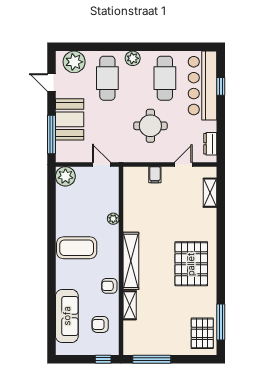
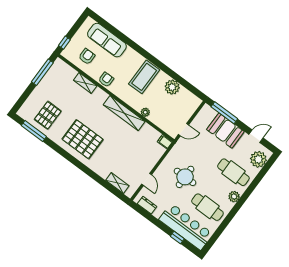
filing cabinet: (155, 175) -> (165, 142), moved
plant: (65, 176) -> (172, 87), moved
shelving: (131, 261) -> (124, 113), moved
pallet: (202, 333) -> (48, 115), moved, turned 90

